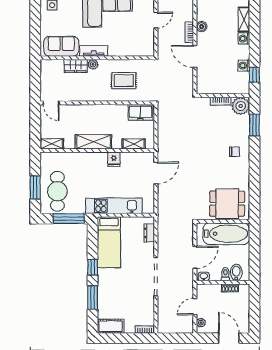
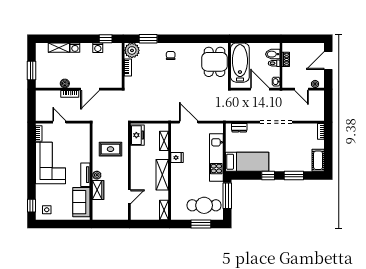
rug: (124, 81) -> (110, 149), turned 90
door: (51, 103) -> (129, 197), moved

